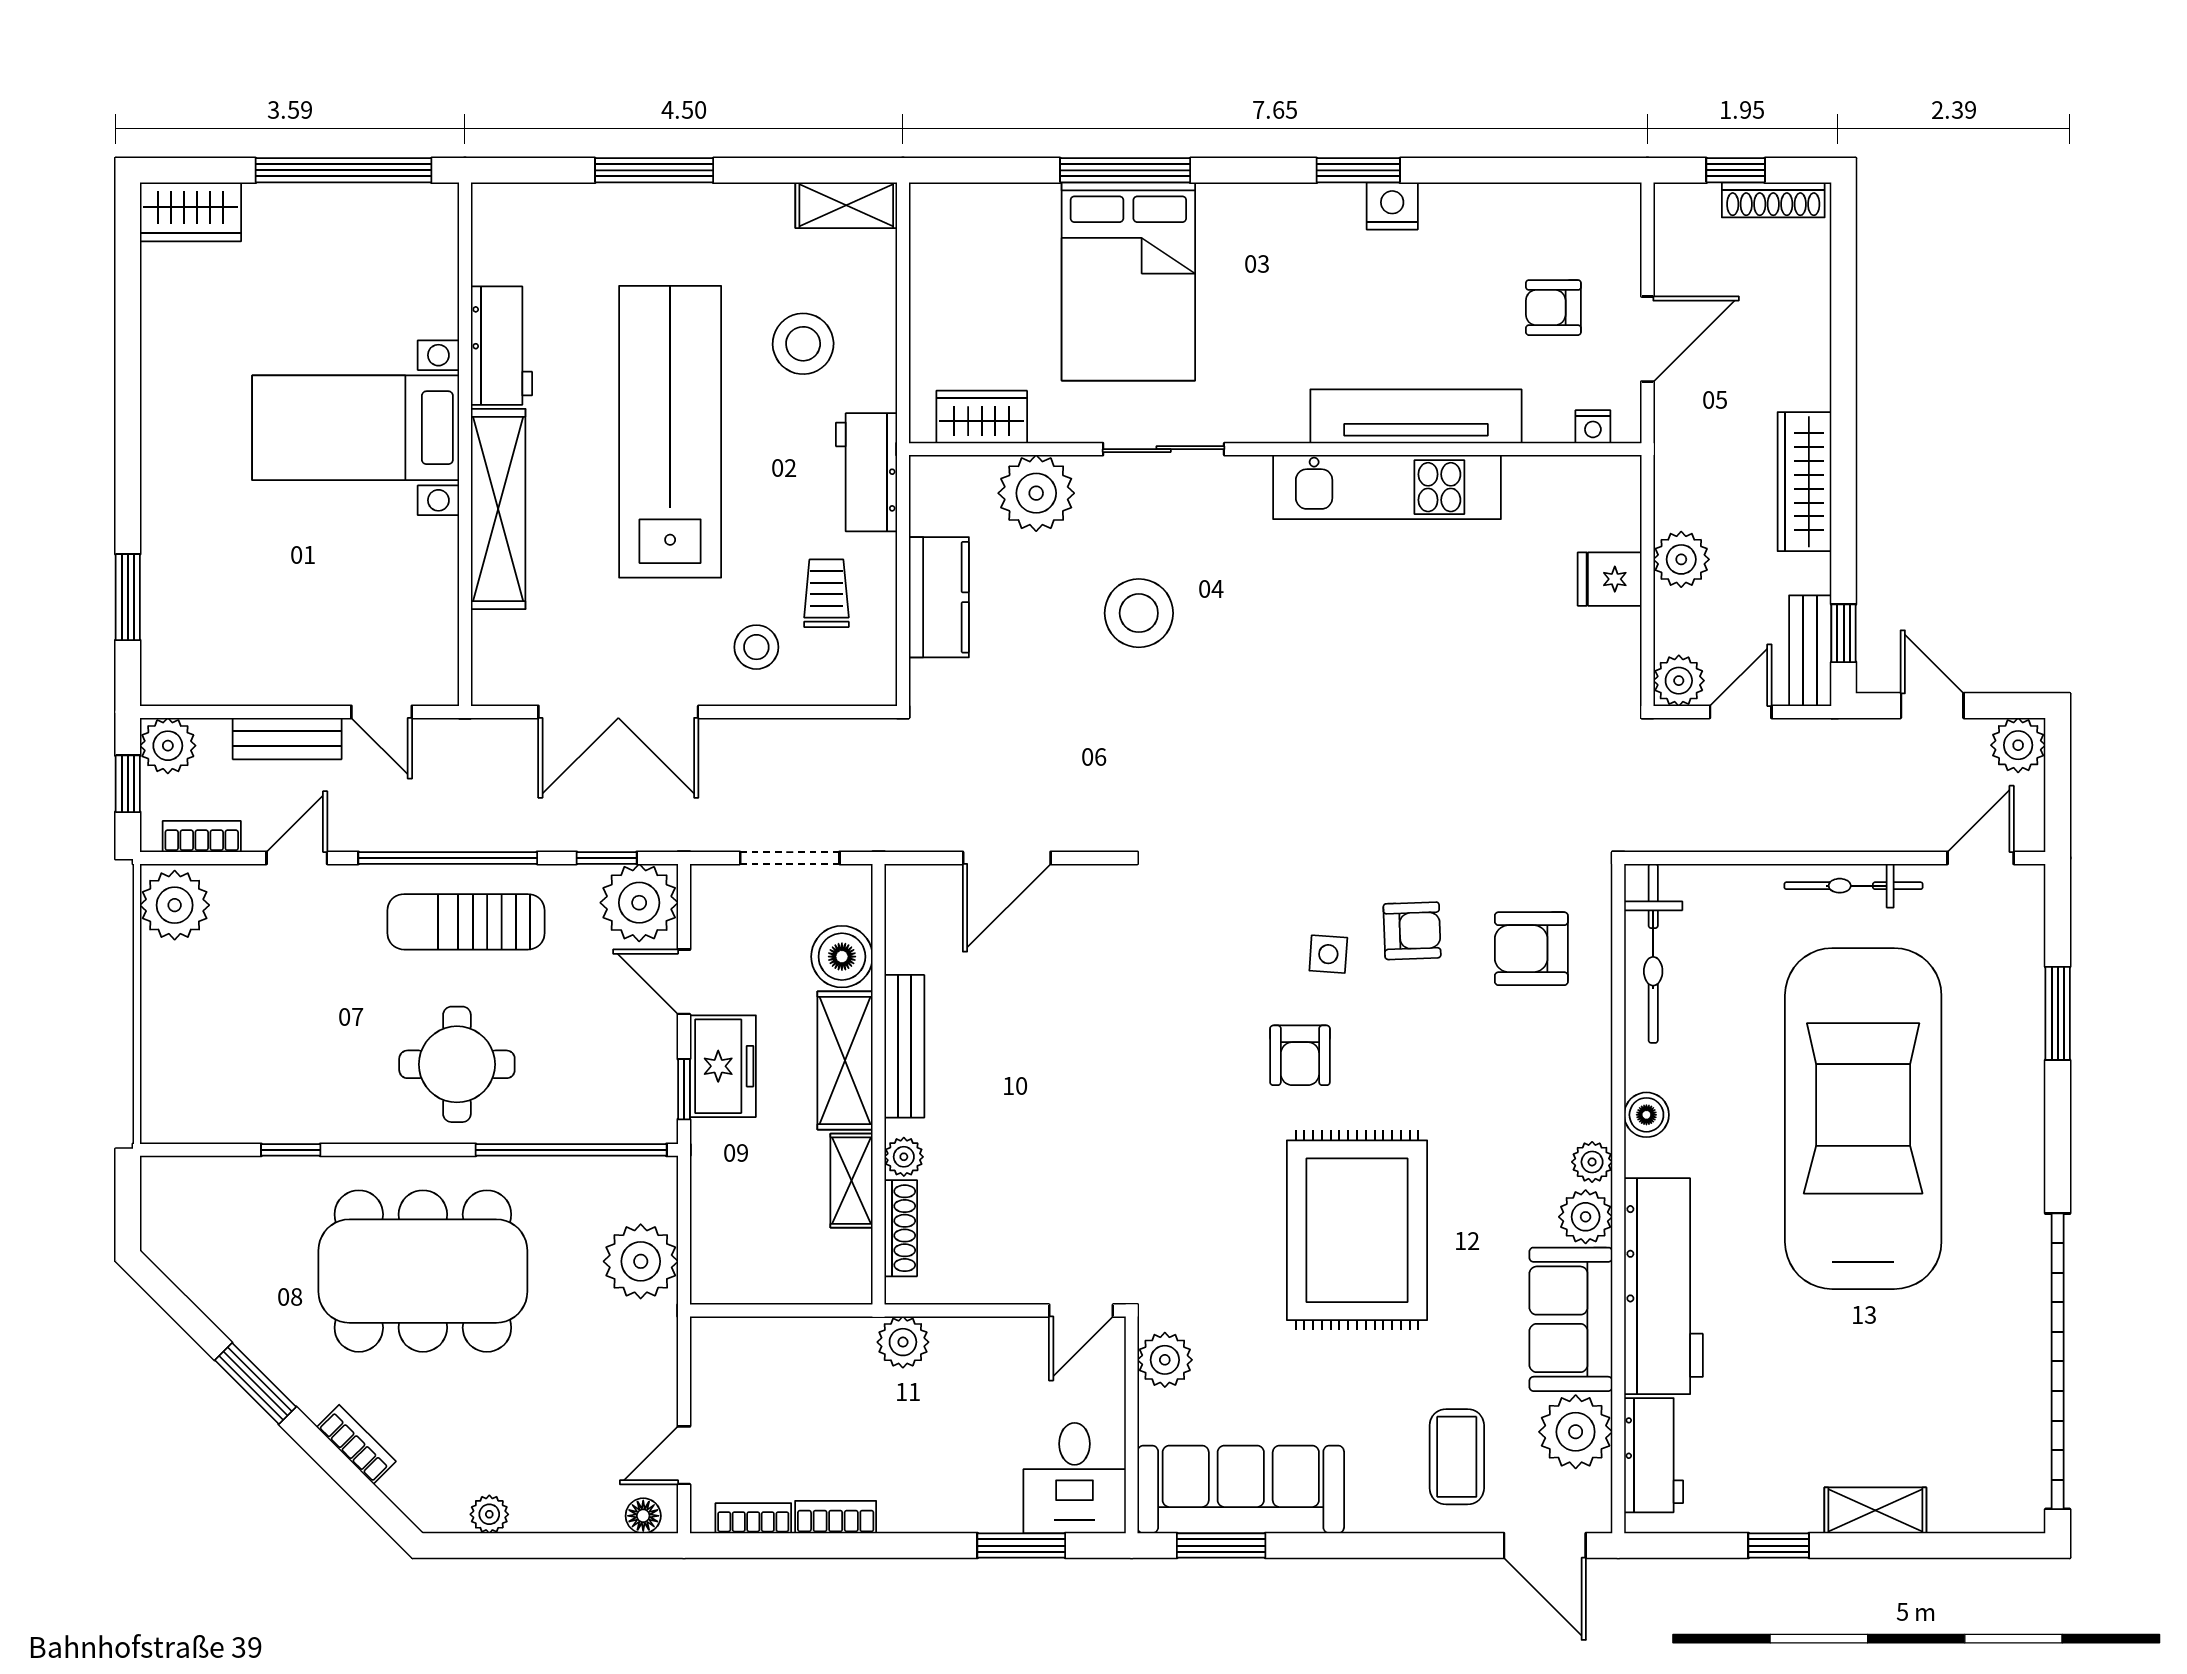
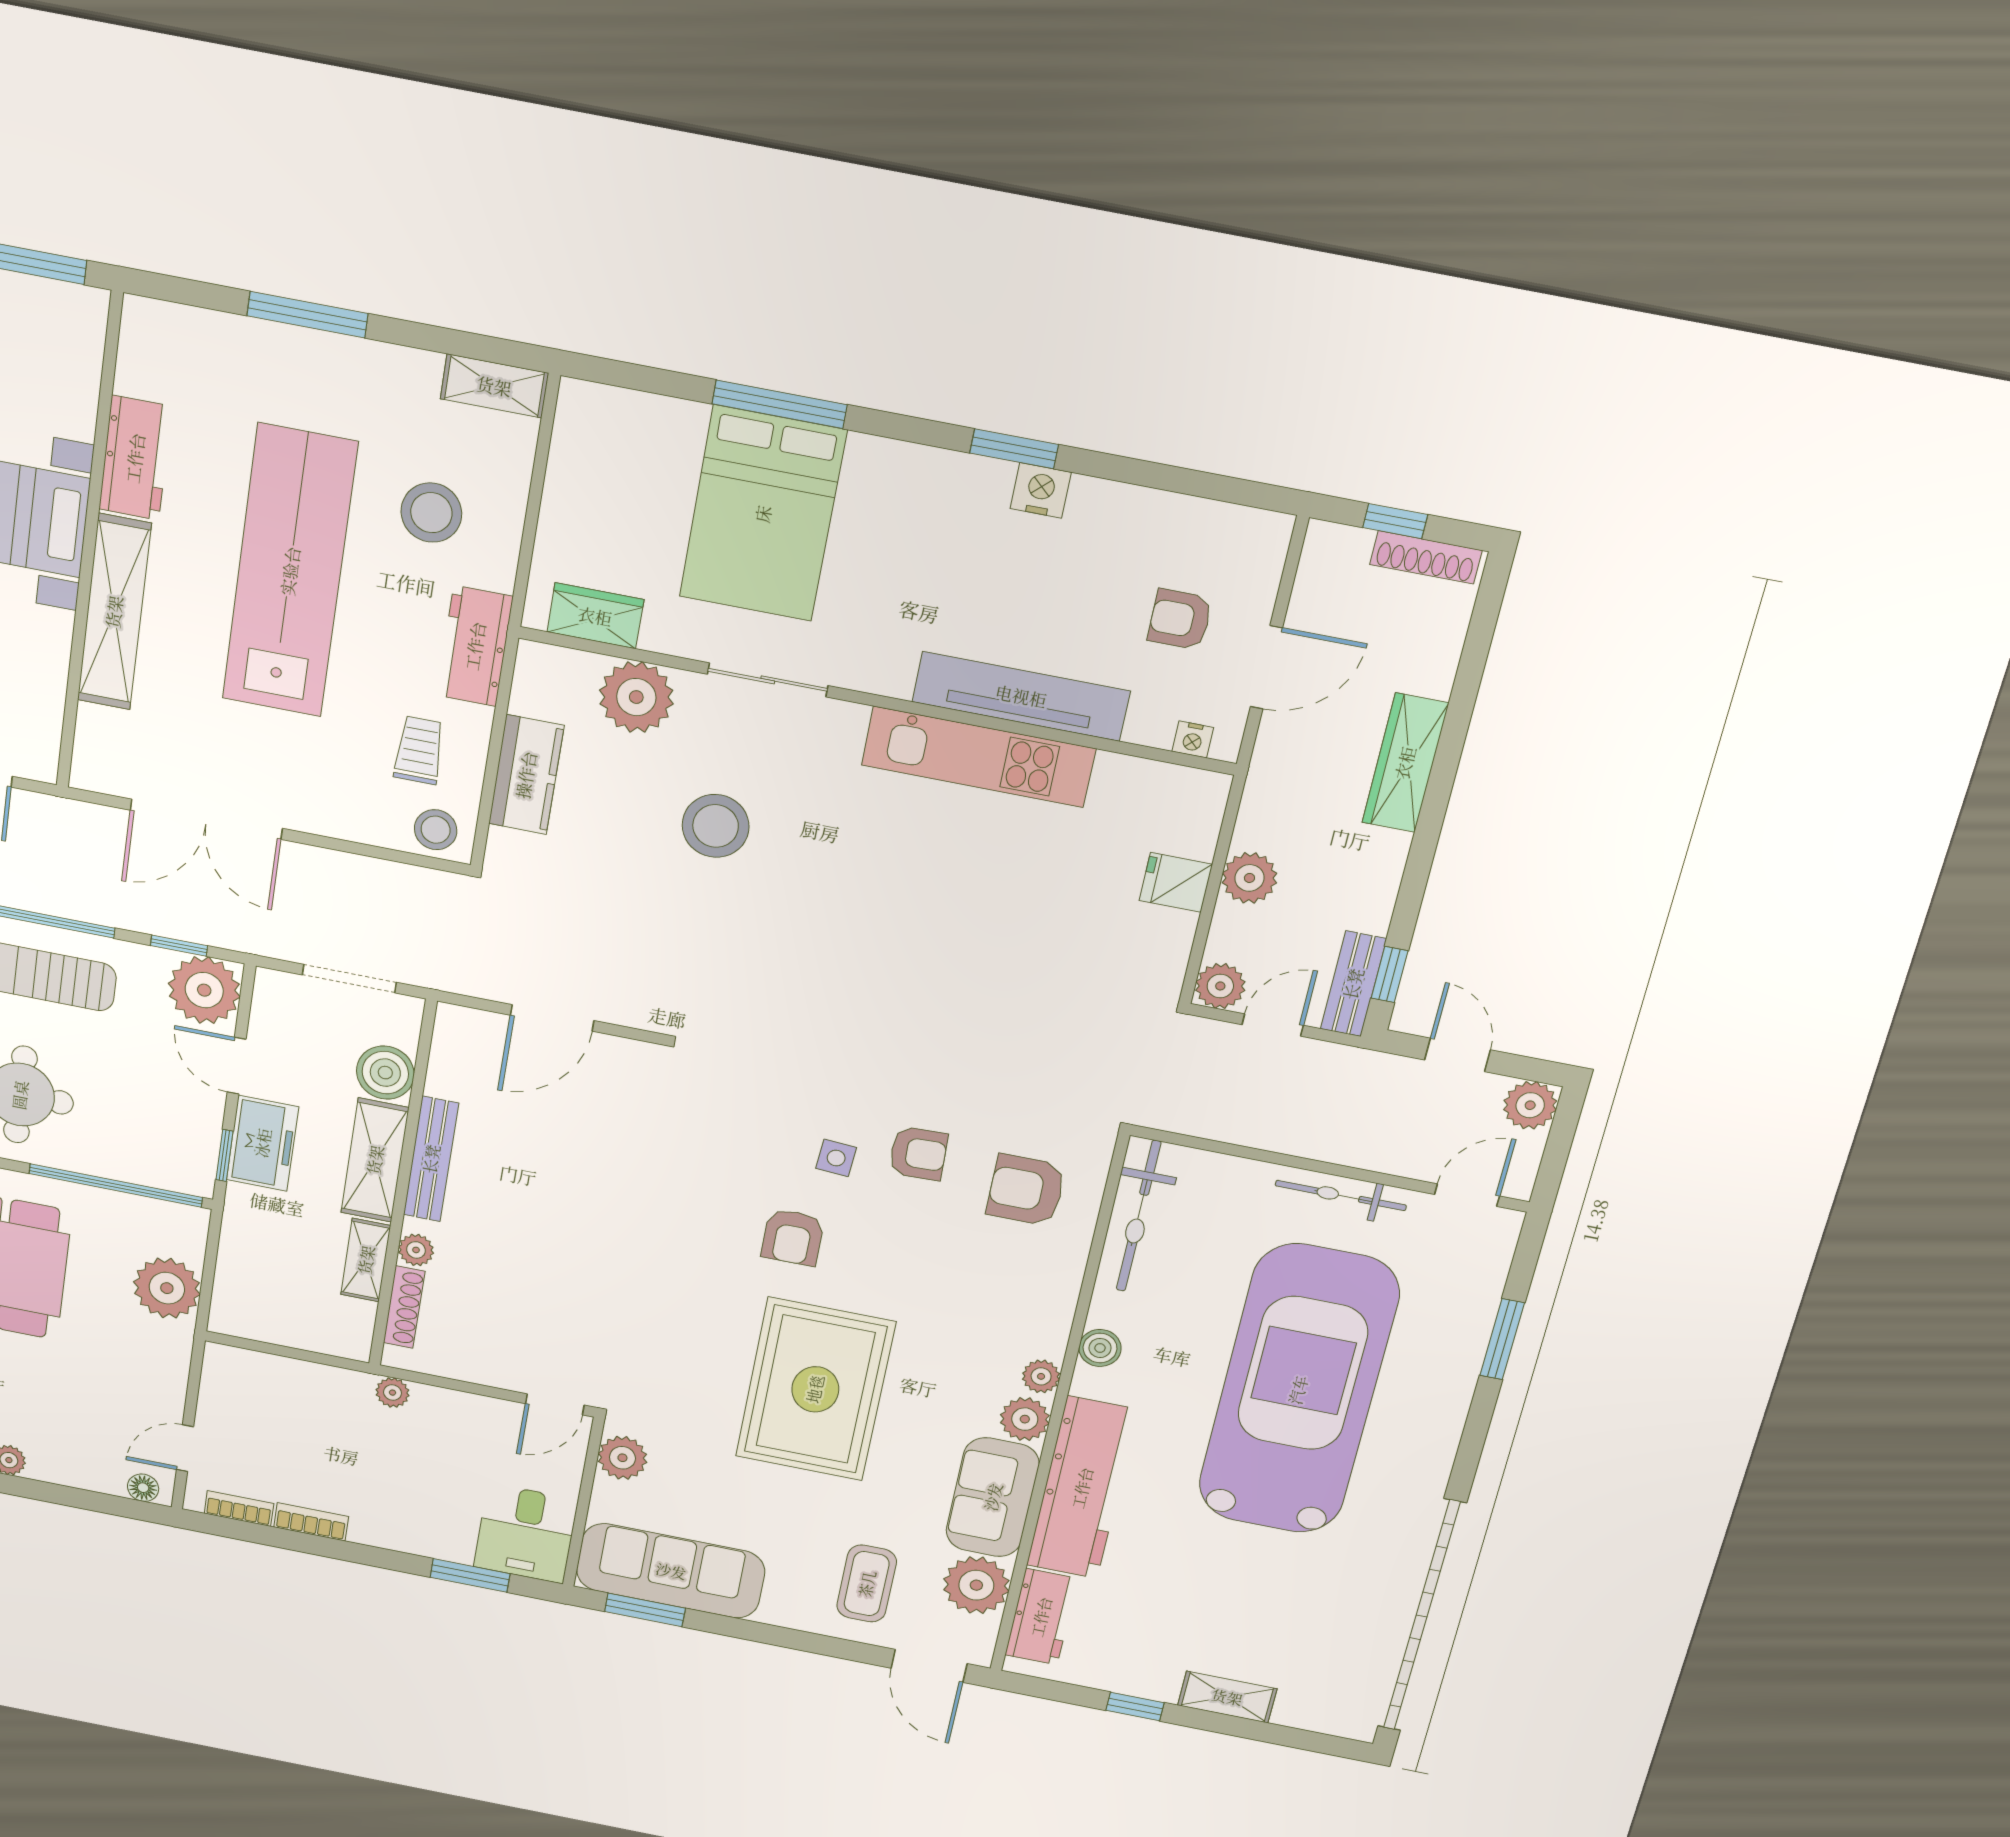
wardrobe: (1804, 482) -> (1405, 763), moved
stool: (756, 647) -> (436, 830), moved
plant: (903, 1342) -> (392, 1393), width x0.73, depth x0.73

